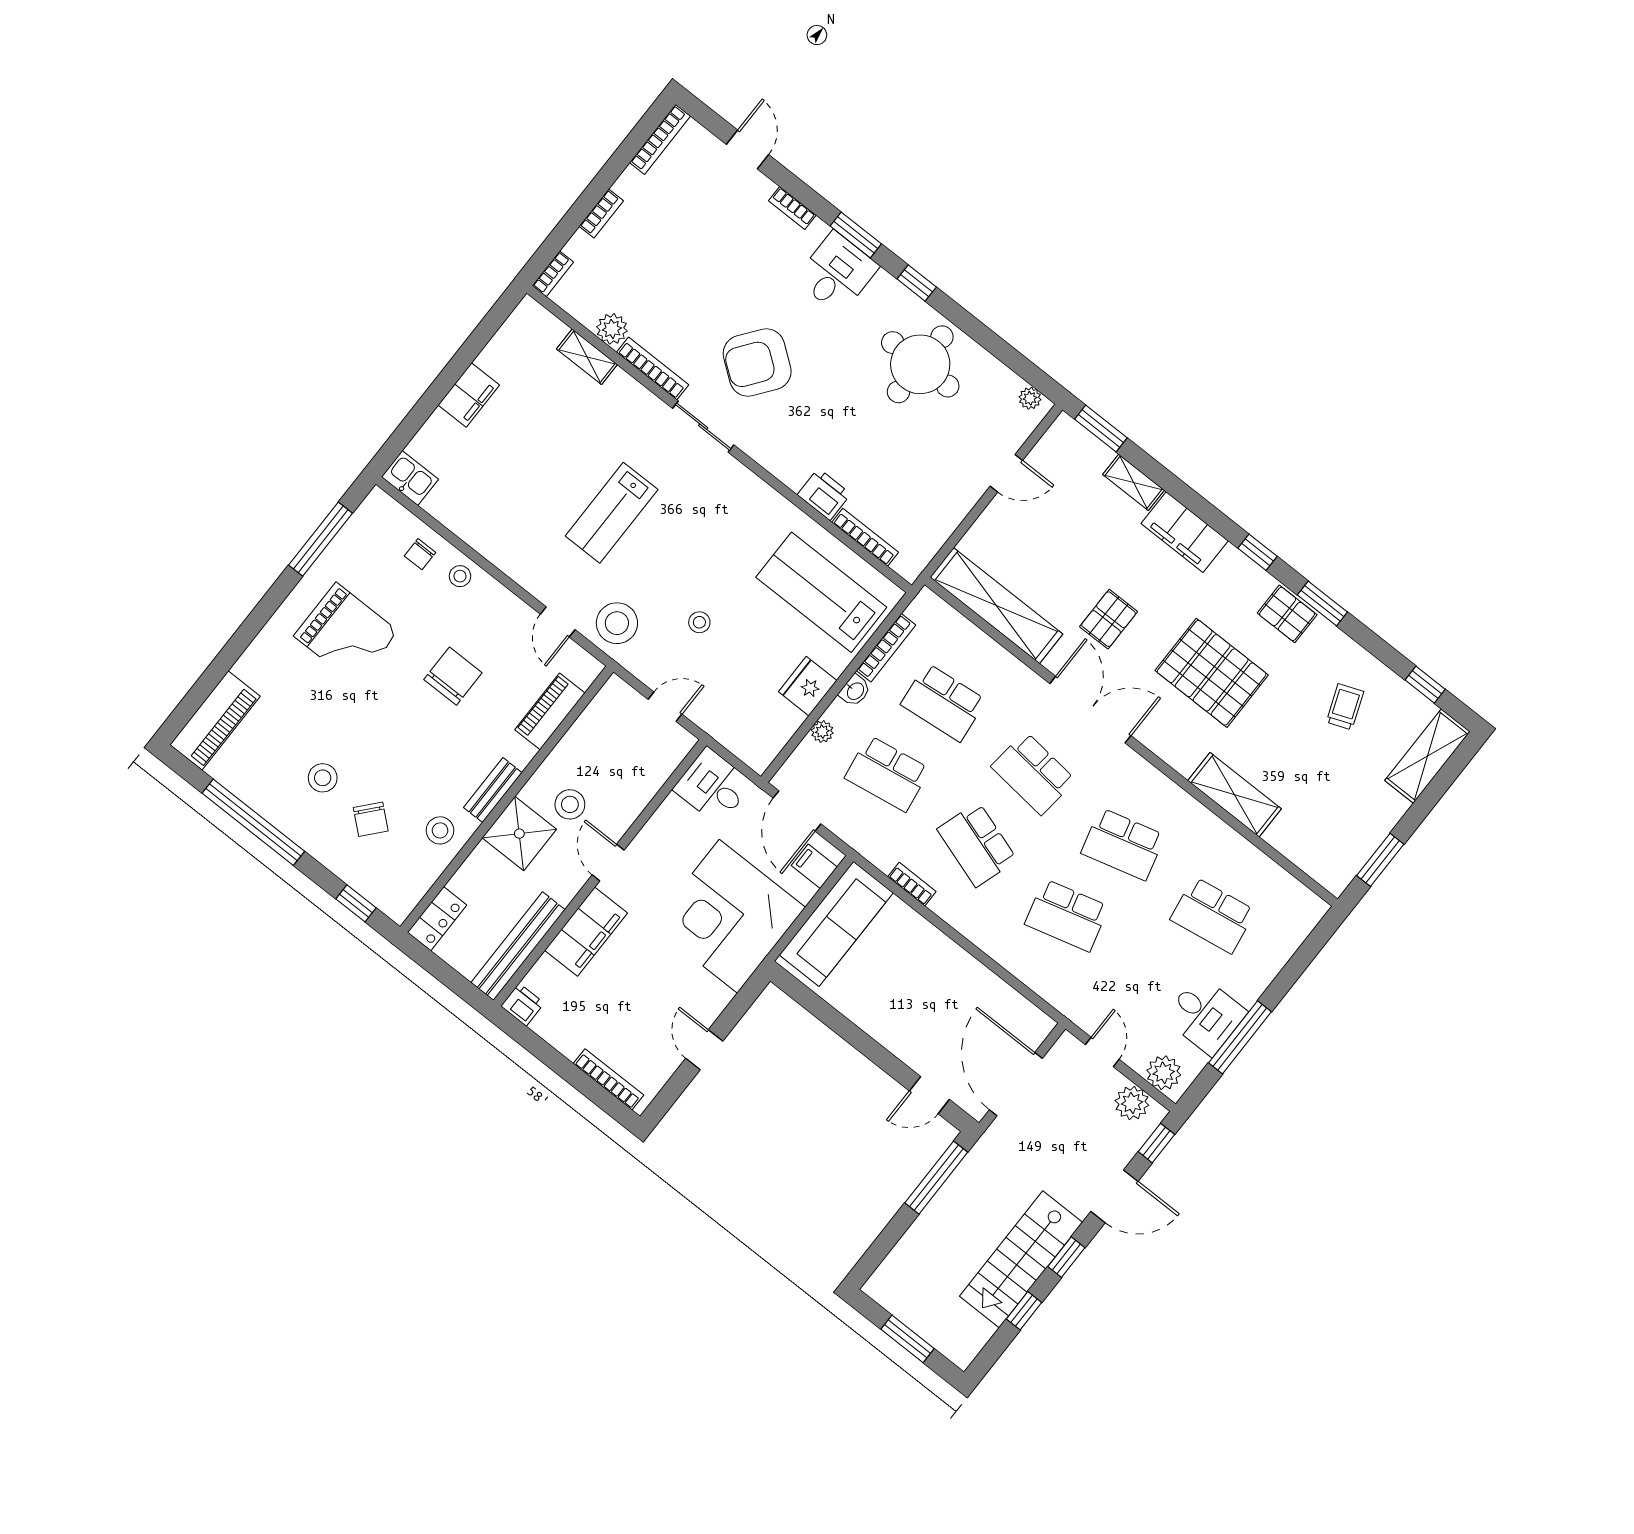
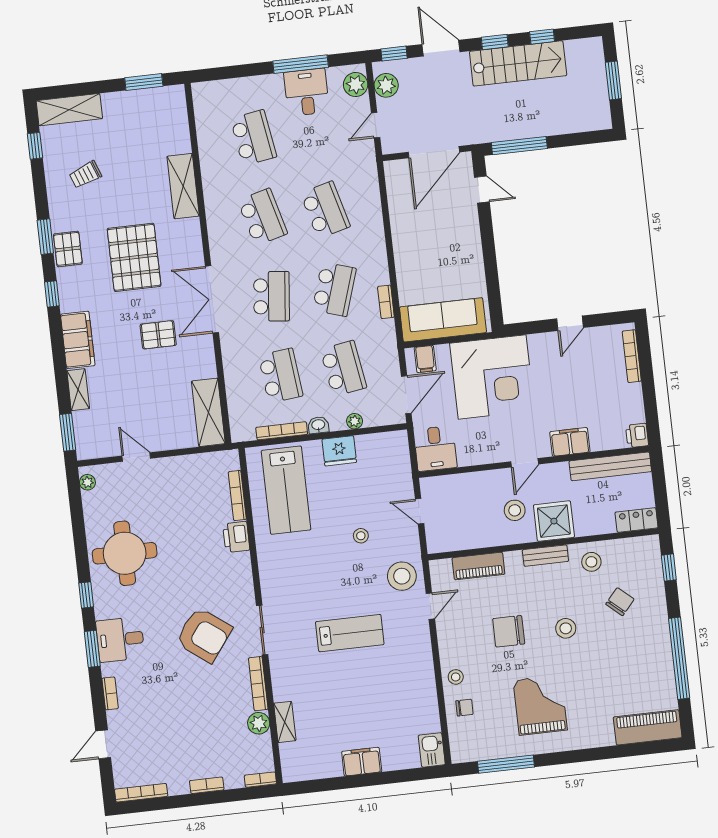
shelving: (996, 606) -> (208, 412), width x0.68
stool: (323, 778) -> (566, 628), moved
filing cabinet: (586, 932) -> (570, 442), width x0.67, depth x0.86

